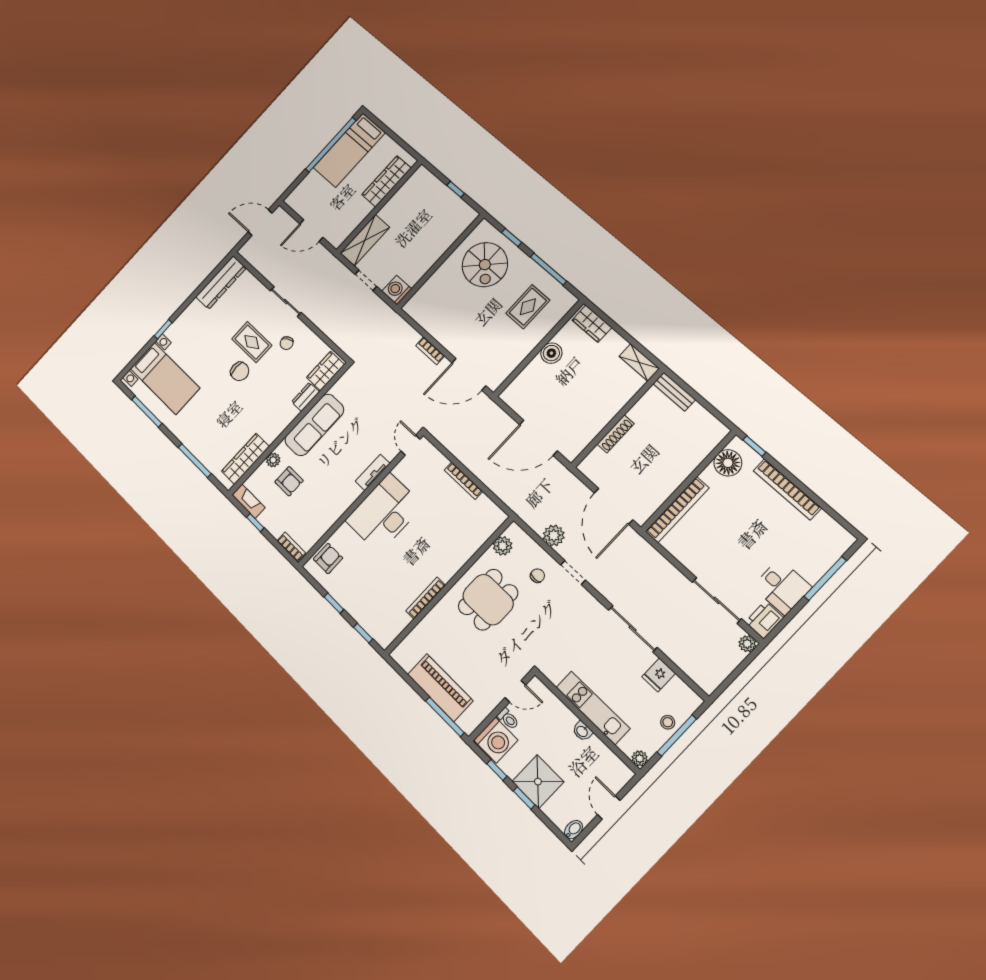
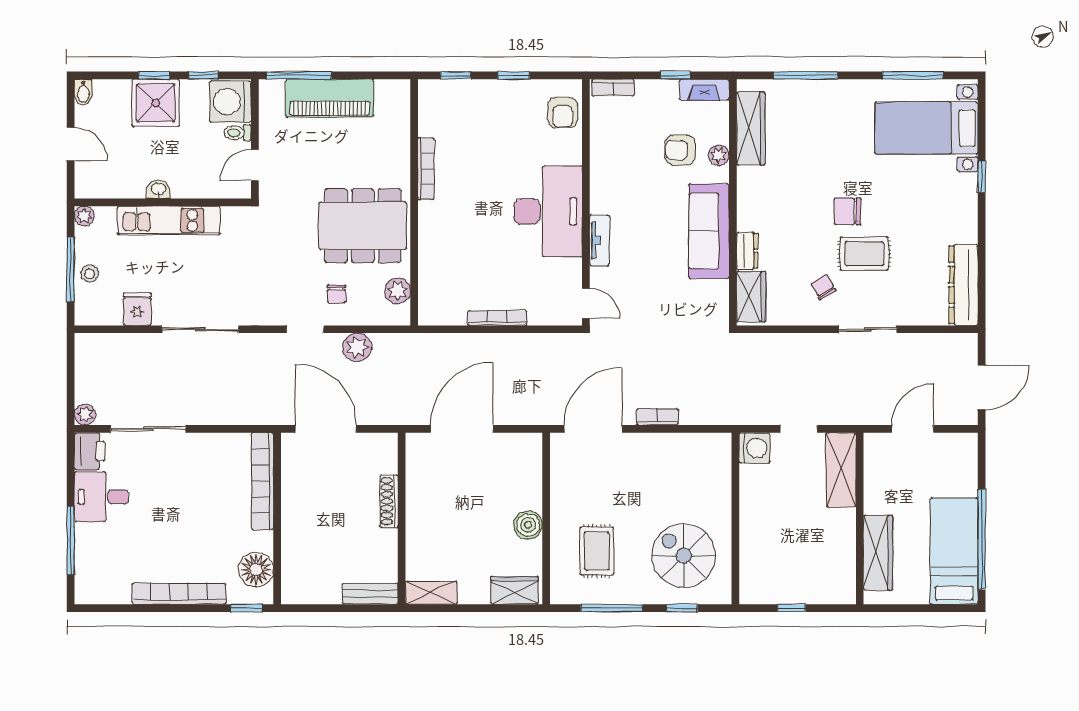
dining table: (488, 600) -> (363, 226), width x1.38

